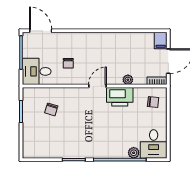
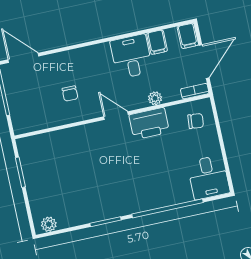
filing cabinet: (138, 40) -> (157, 42), added
desk: (37, 71) -> (131, 56), moved, turned 90
door: (97, 86) -> (116, 116), hinge flipped
chair: (51, 109) -> (61, 161), removed
plant: (134, 153) -> (49, 224), moved

